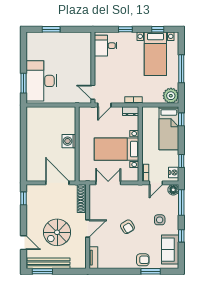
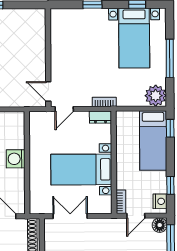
desk: (106, 46) -> (66, 27), removed

